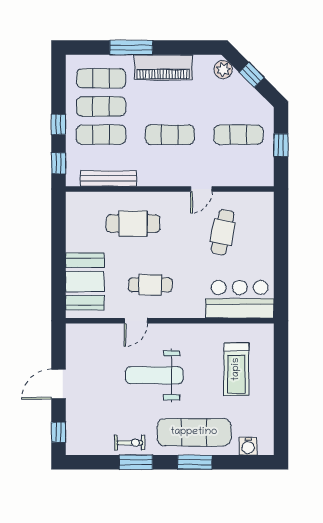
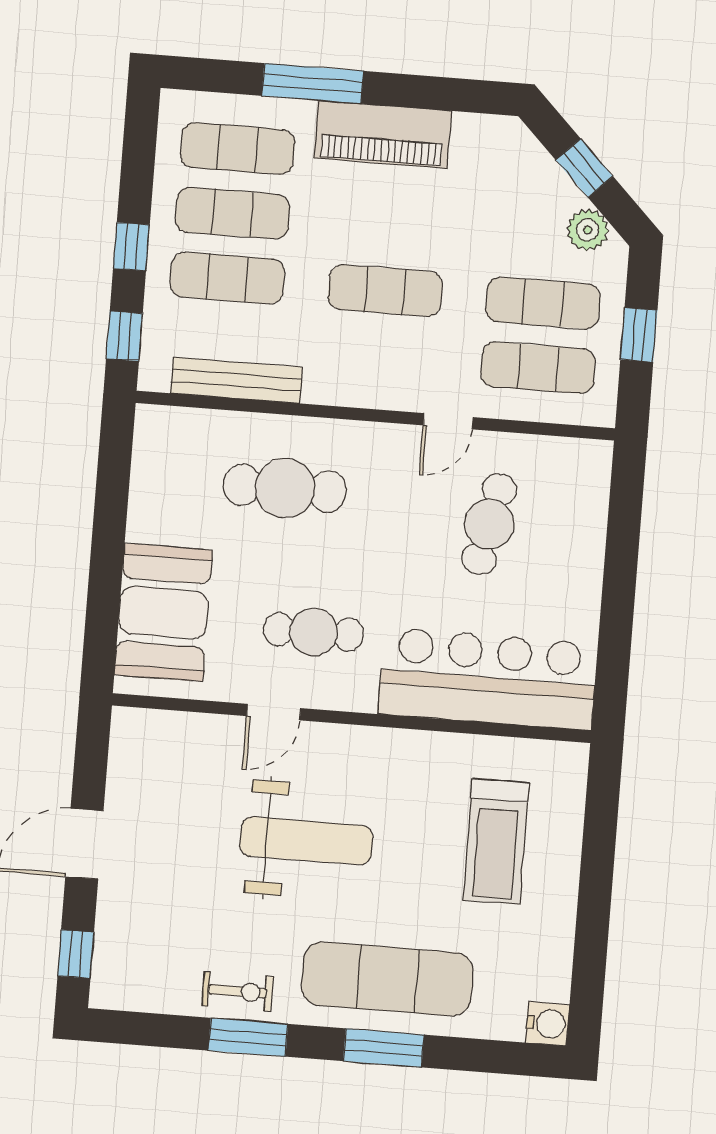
plant: (223, 69) -> (588, 230), moved
exercise mat: (238, 163) -> (538, 368), added
bar counter: (240, 299) -> (488, 679), width x1.36
weight bench: (154, 375) -> (306, 841), turned 180
water cooler: (248, 446) -> (548, 1024), moved, turned -90

